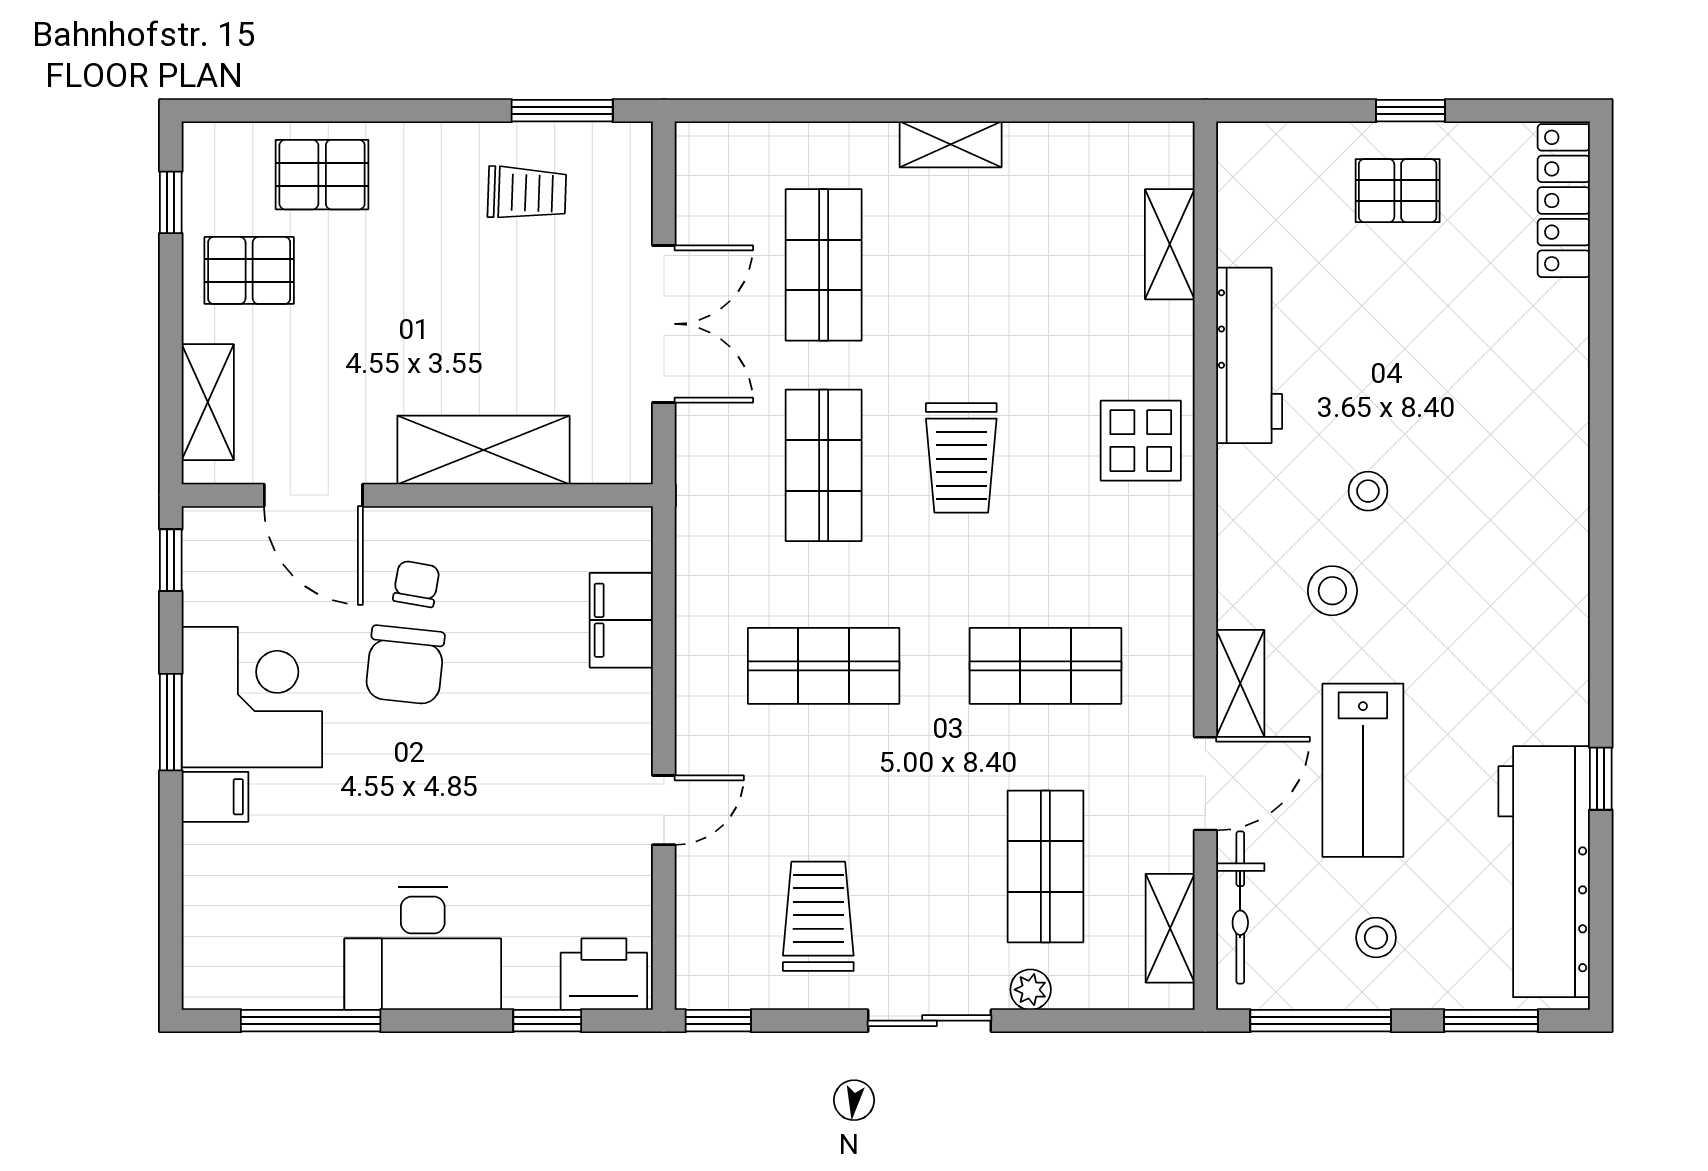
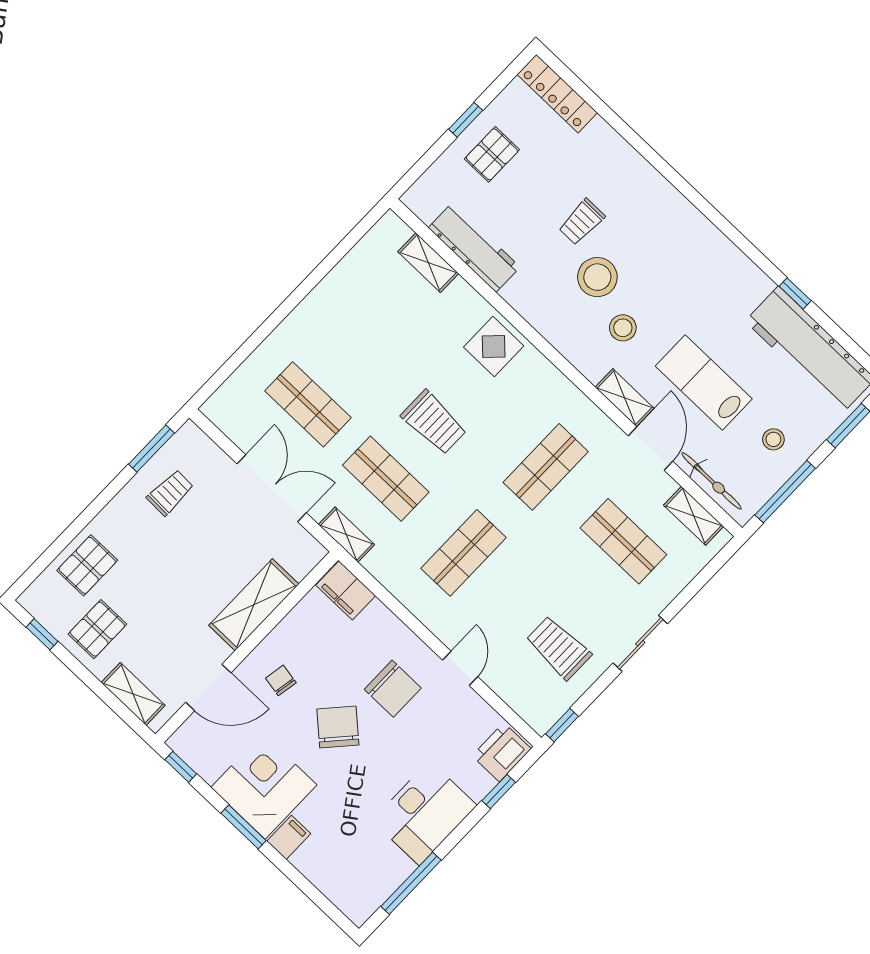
shelving: (951, 144) -> (346, 535), moved, turned 90
workbench: (1249, 355) -> (474, 247), moved
trolley: (1422, 399) -> (582, 222), added
stool: (1368, 491) -> (597, 277), width x1.89, depth x1.89
filing cabinet: (621, 620) -> (346, 590), moved
chair: (405, 665) -> (338, 727), moved, turned -144
chair: (549, 745) -> (393, 689), added
lab bench: (1363, 770) -> (704, 383), turned 180
plant: (1031, 990) -> (666, 593), removed

